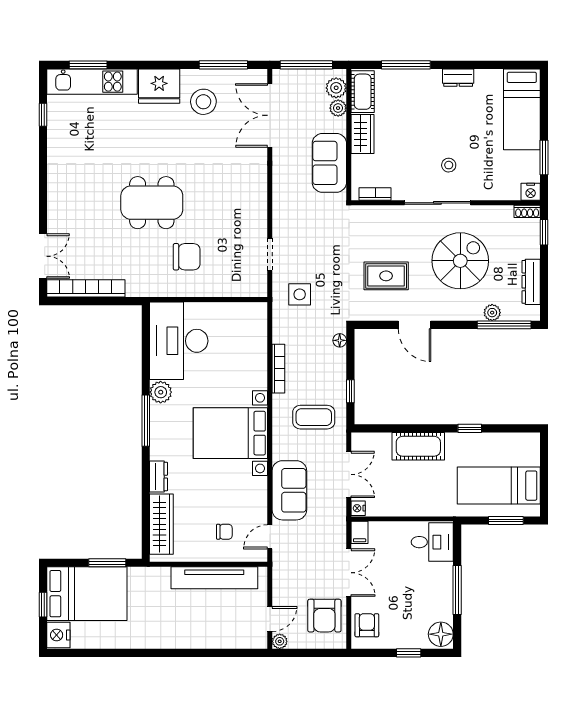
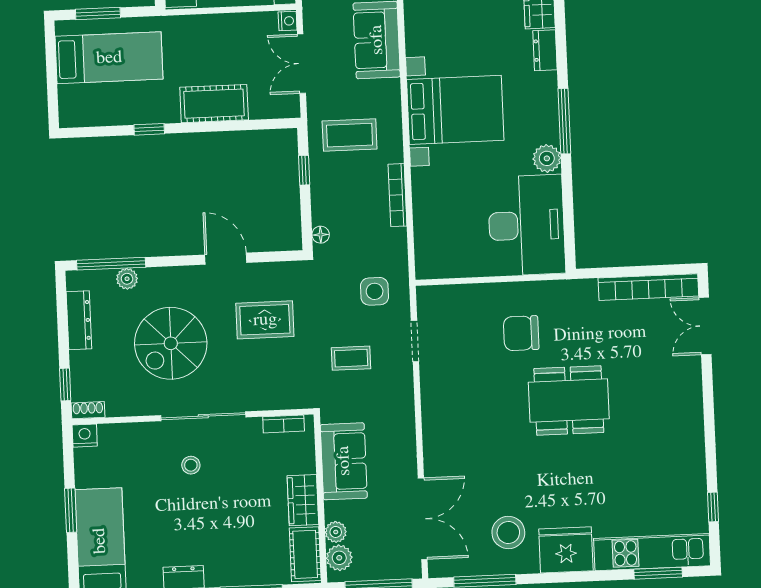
window: (544, 157) -> (71, 510), moved
coffee table: (320, 243) -> (351, 358), added

